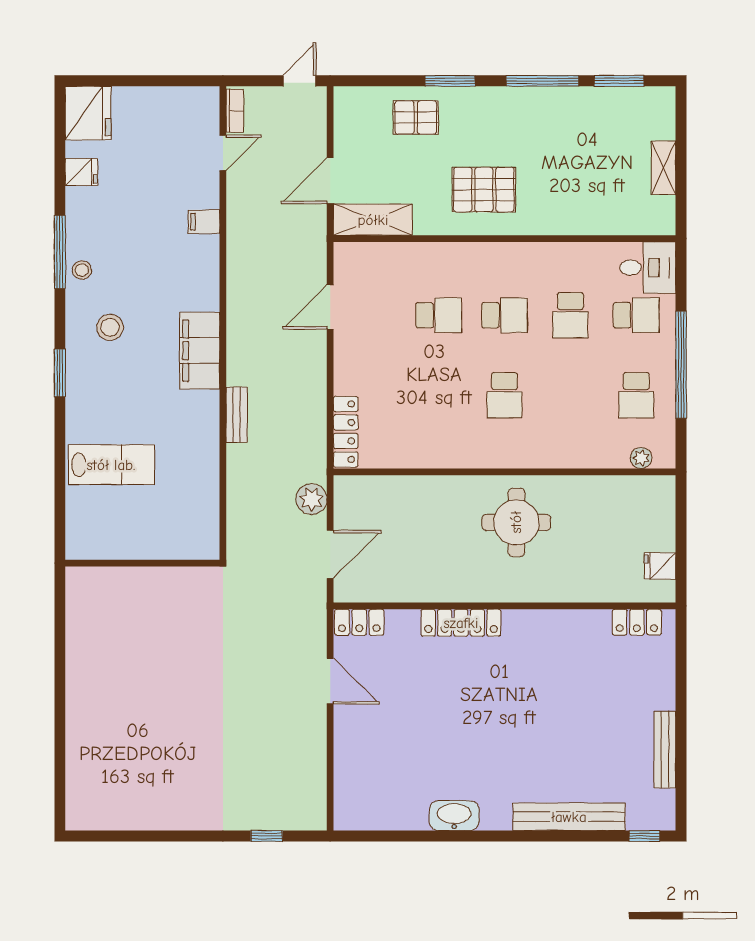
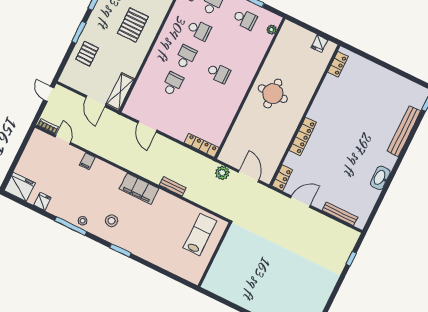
pallet: (484, 190) -> (133, 25), moved
lab bench: (111, 465) -> (200, 234), moved
bench: (665, 750) -> (340, 214), moved

